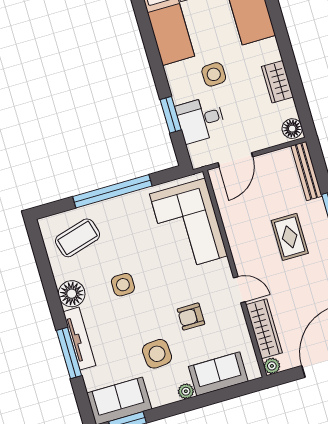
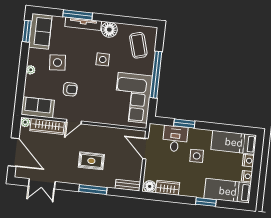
window: (280, 30) -> (206, 202), added
wardrobe: (277, 82) -> (168, 188), moved
bench: (306, 171) -> (128, 185), width x0.73
corner sofa: (188, 225) -> (133, 98), moved, turned -90
armchair: (191, 317) -> (70, 89), turned 90
sofa: (218, 374) -> (38, 107), moved, turned -90

